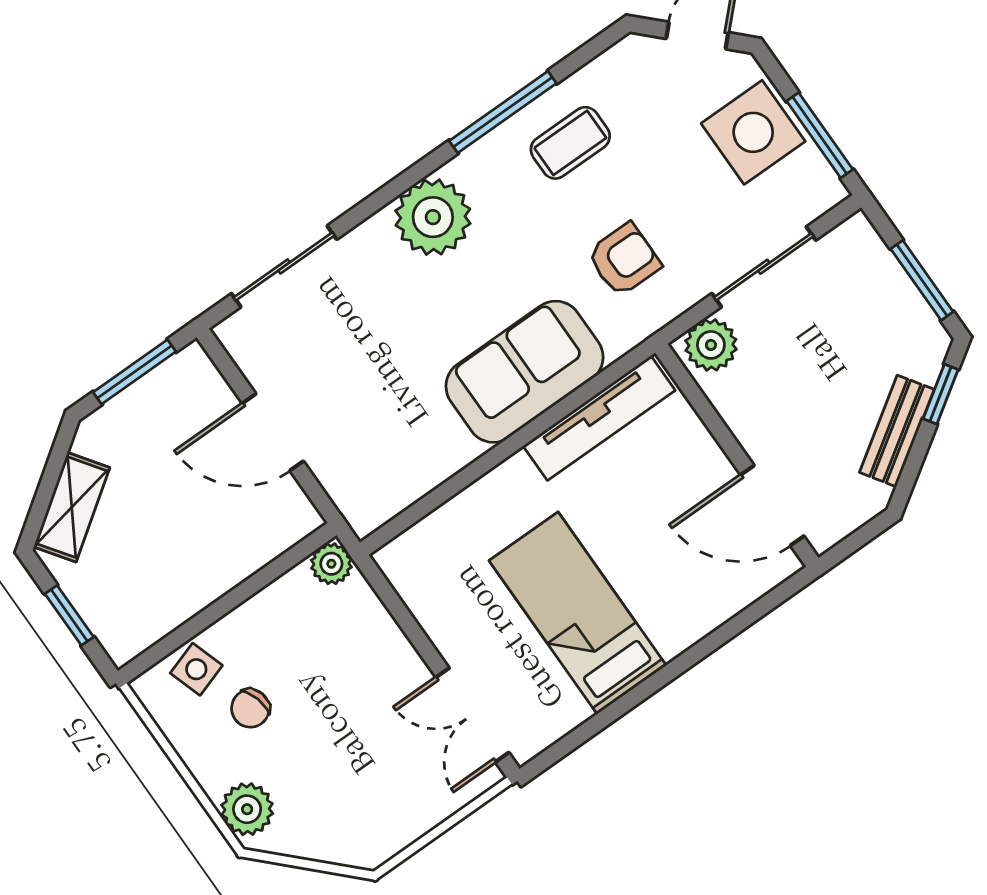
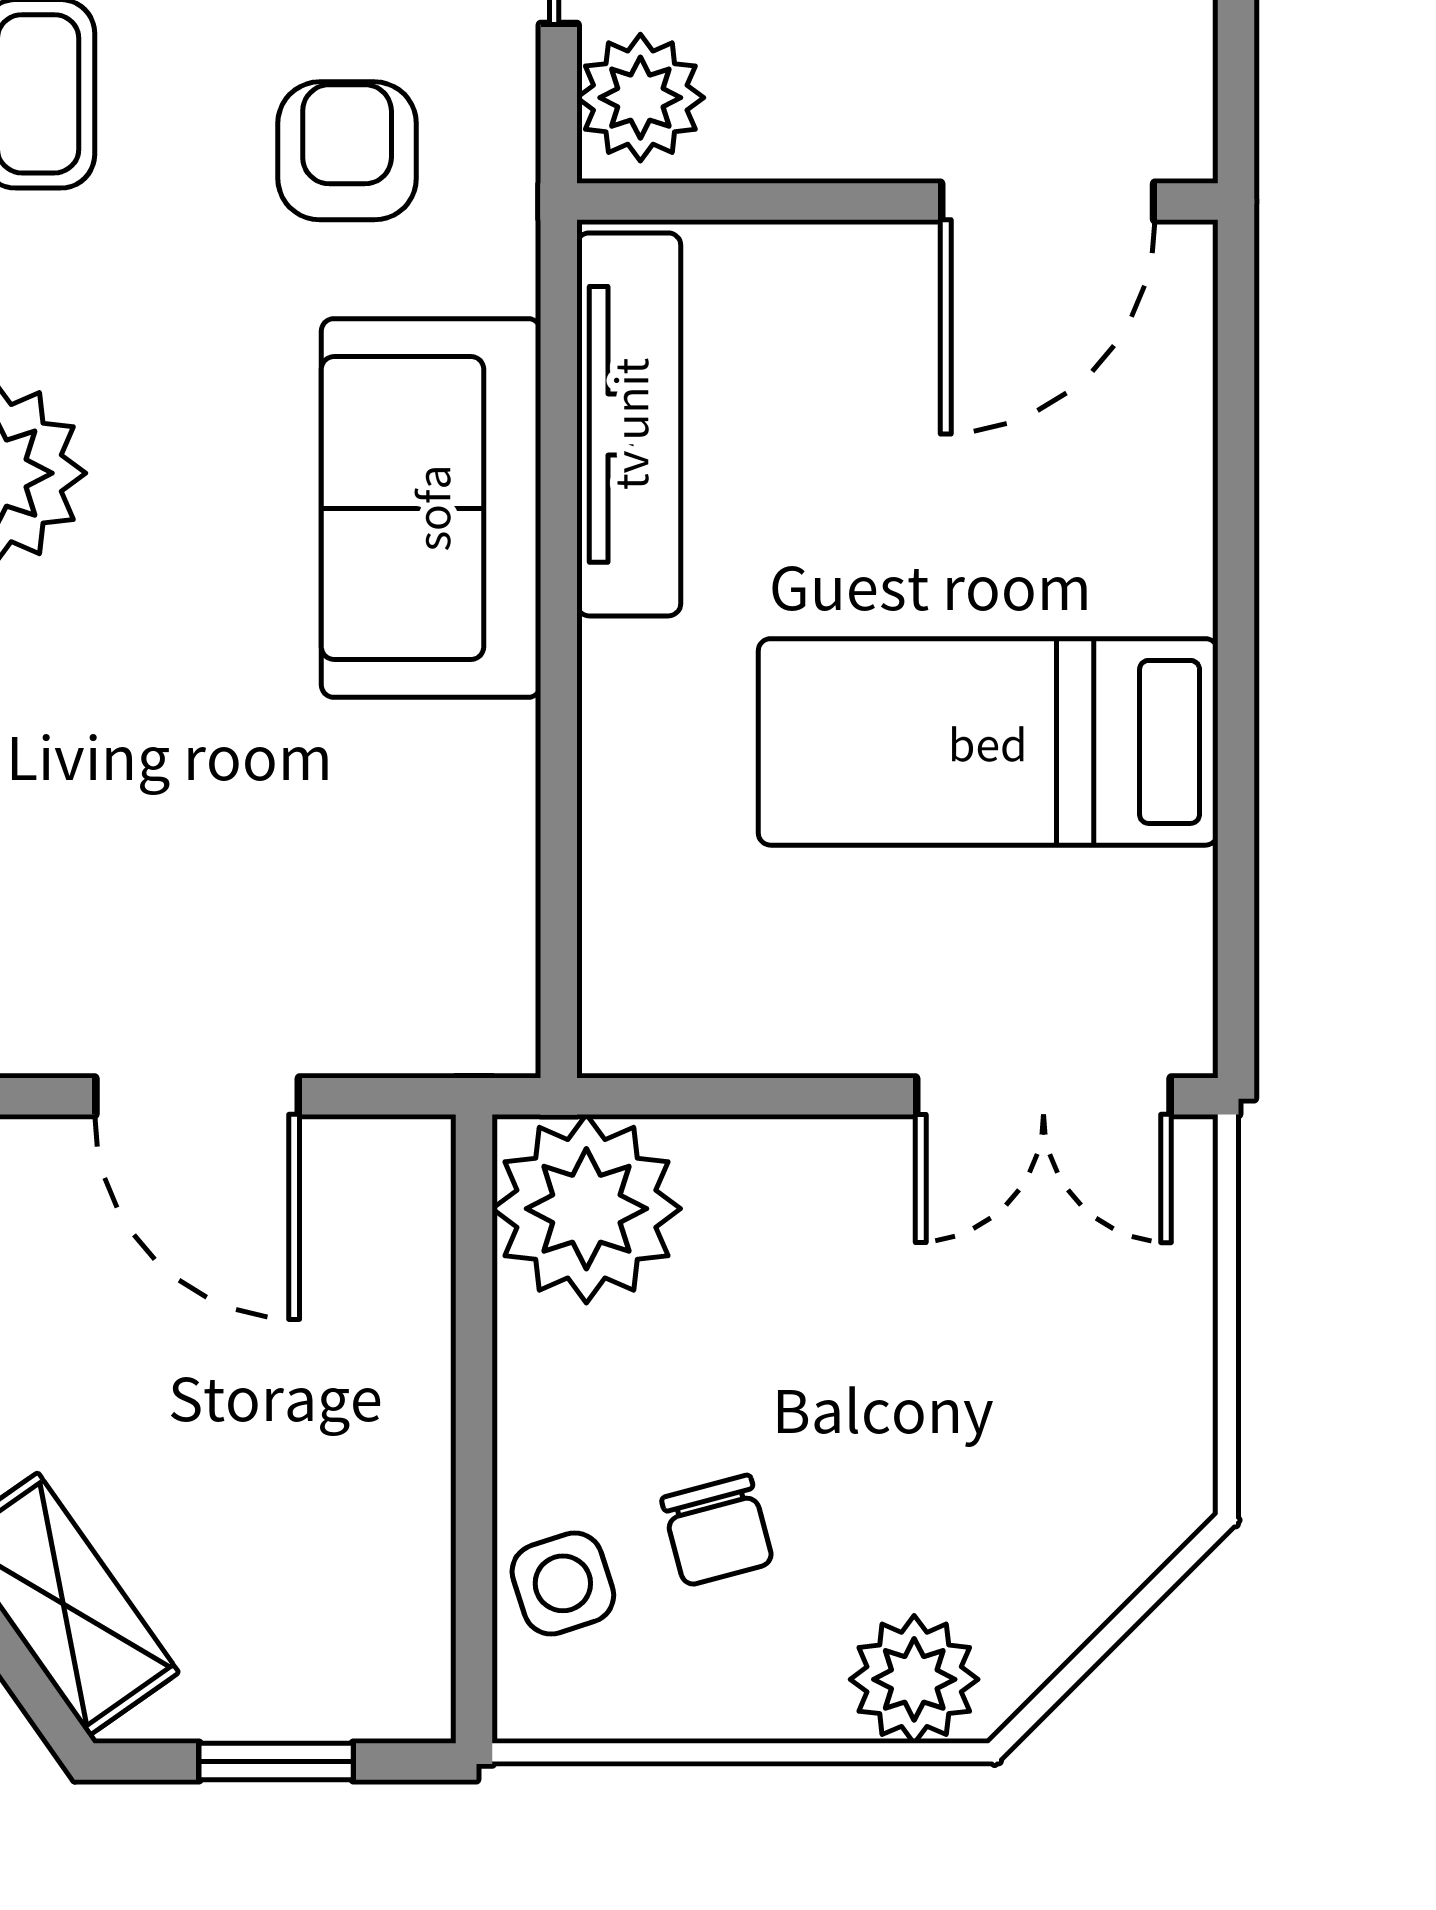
door: (273, 432) -> (197, 1096), hinge flipped
plant: (331, 564) -> (586, 1209), width x1.88, depth x1.88

